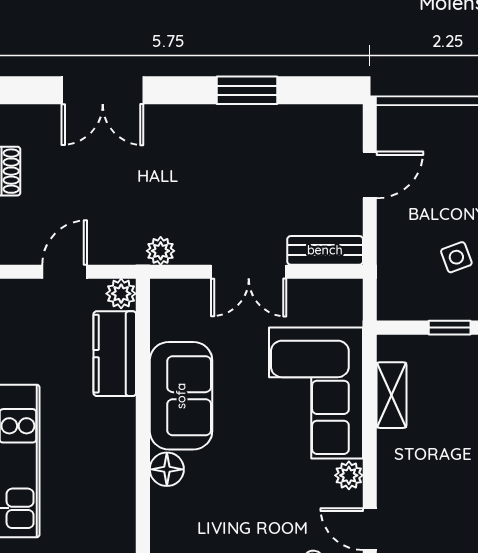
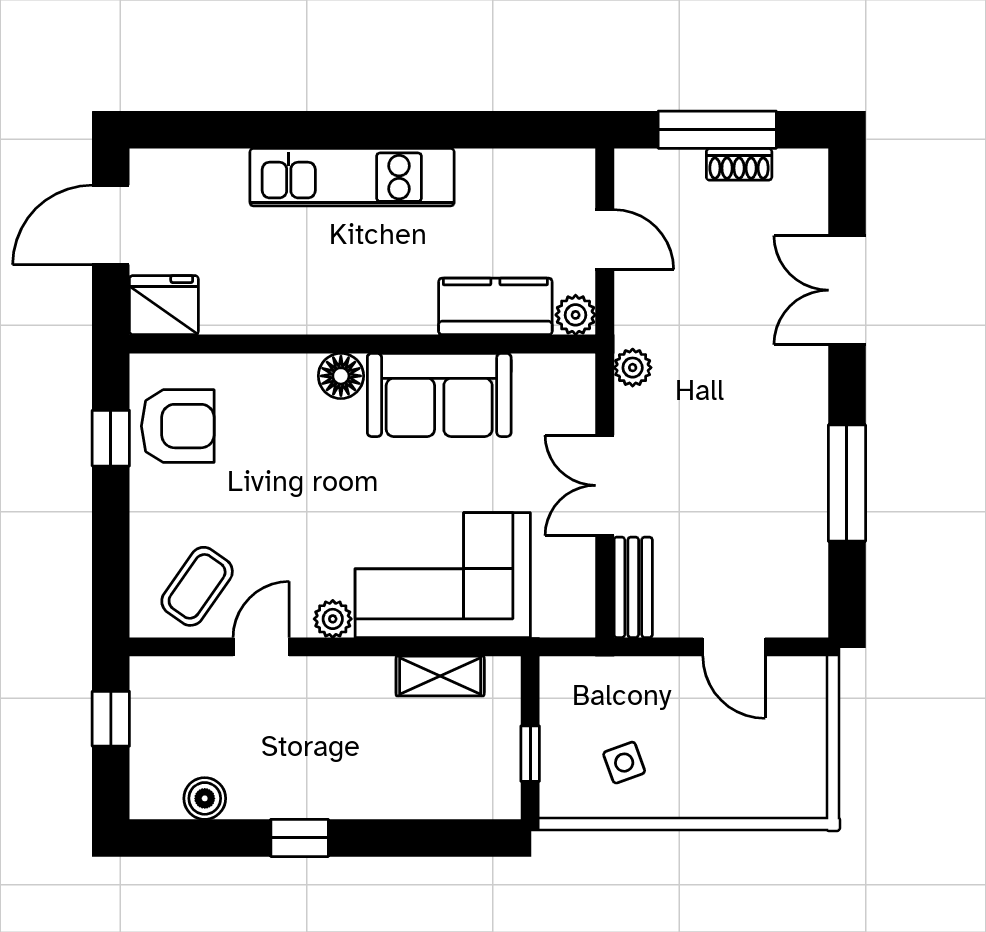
window: (247, 90) -> (847, 483), width x1.44

